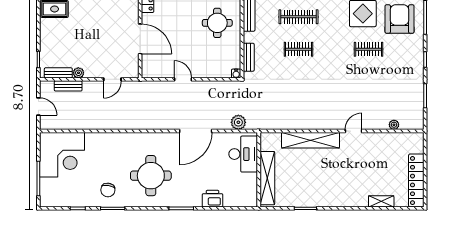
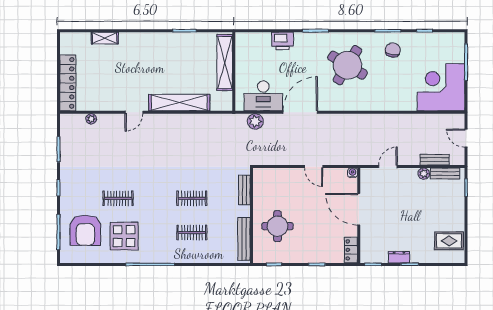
clothes rail: (299, 17) -> (192, 233), width x0.73
water cooler: (236, 74) -> (353, 173), moved
desk: (243, 154) -> (263, 96), moved, turned -90
round table: (151, 176) -> (348, 65), turned 31
locker: (416, 181) -> (68, 83), moved

